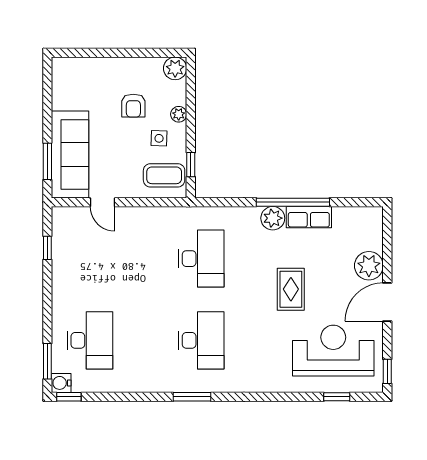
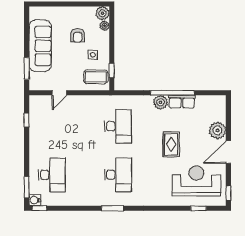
plant: (179, 114) -> (105, 26), moved
sofa: (70, 155) -> (40, 46), moved
door: (102, 202) -> (59, 93), hinge flipped

